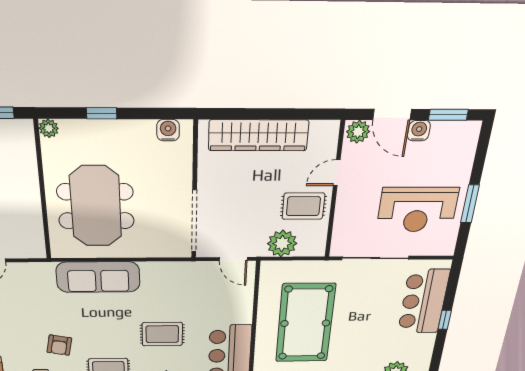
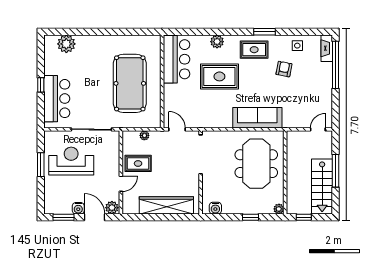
plant: (282, 243) -> (144, 135), width x0.53, depth x0.53
rug: (162, 334) -> (219, 76), width x1.36, depth x1.43

